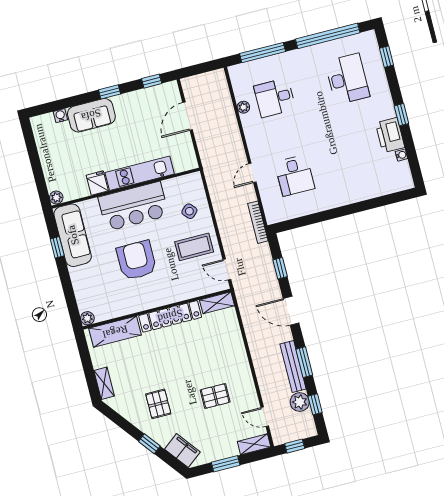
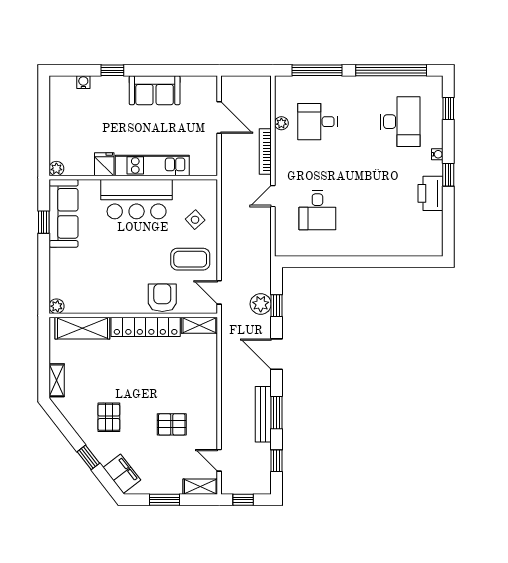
window: (152, 81) -> (190, 70), removed
window: (110, 92) -> (112, 70), moved
sofa: (91, 115) -> (155, 90), moved
door: (188, 116) -> (219, 118), swing flipped
water cooler: (401, 155) -> (437, 154), moved
bookcase: (258, 222) -> (265, 151), moved
armchair: (136, 260) -> (162, 298), moved, width x0.73, depth x0.73
plant: (300, 402) -> (261, 304), moved

